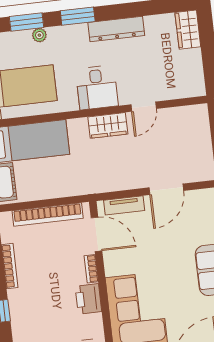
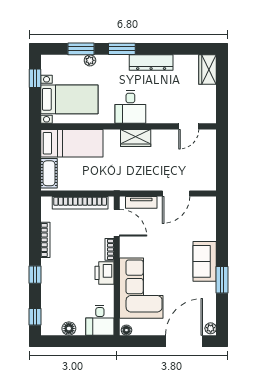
door: (144, 107) -> (189, 126), moved

